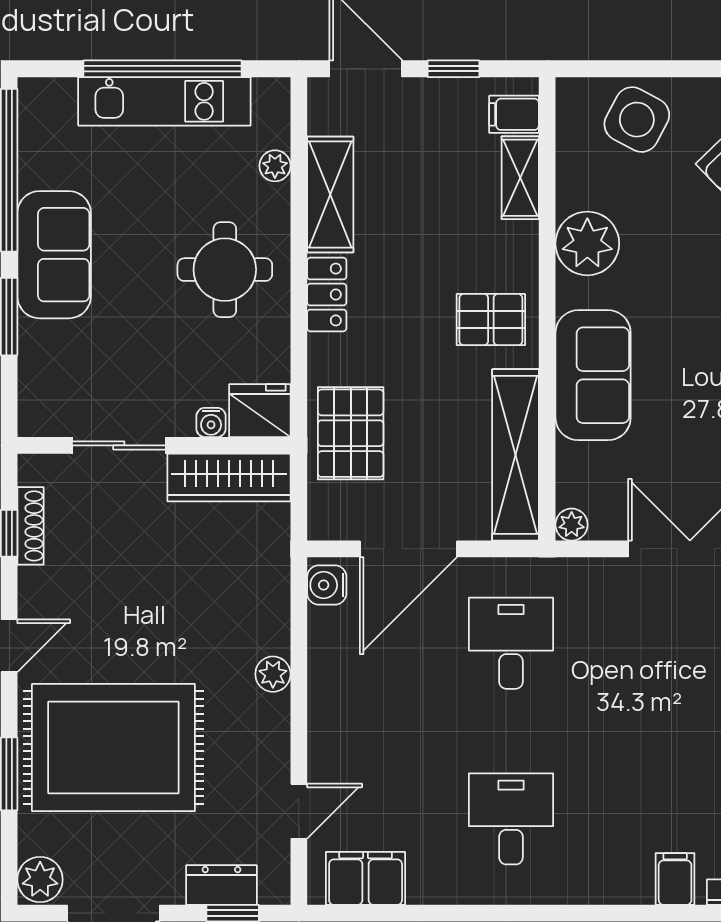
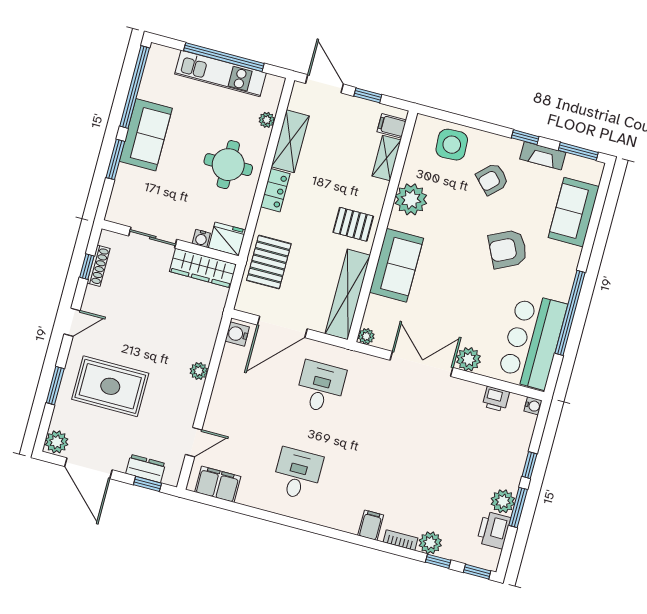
side table: (637, 120) -> (452, 145), turned -31
rug: (113, 748) -> (110, 386), width x0.73, depth x0.69

